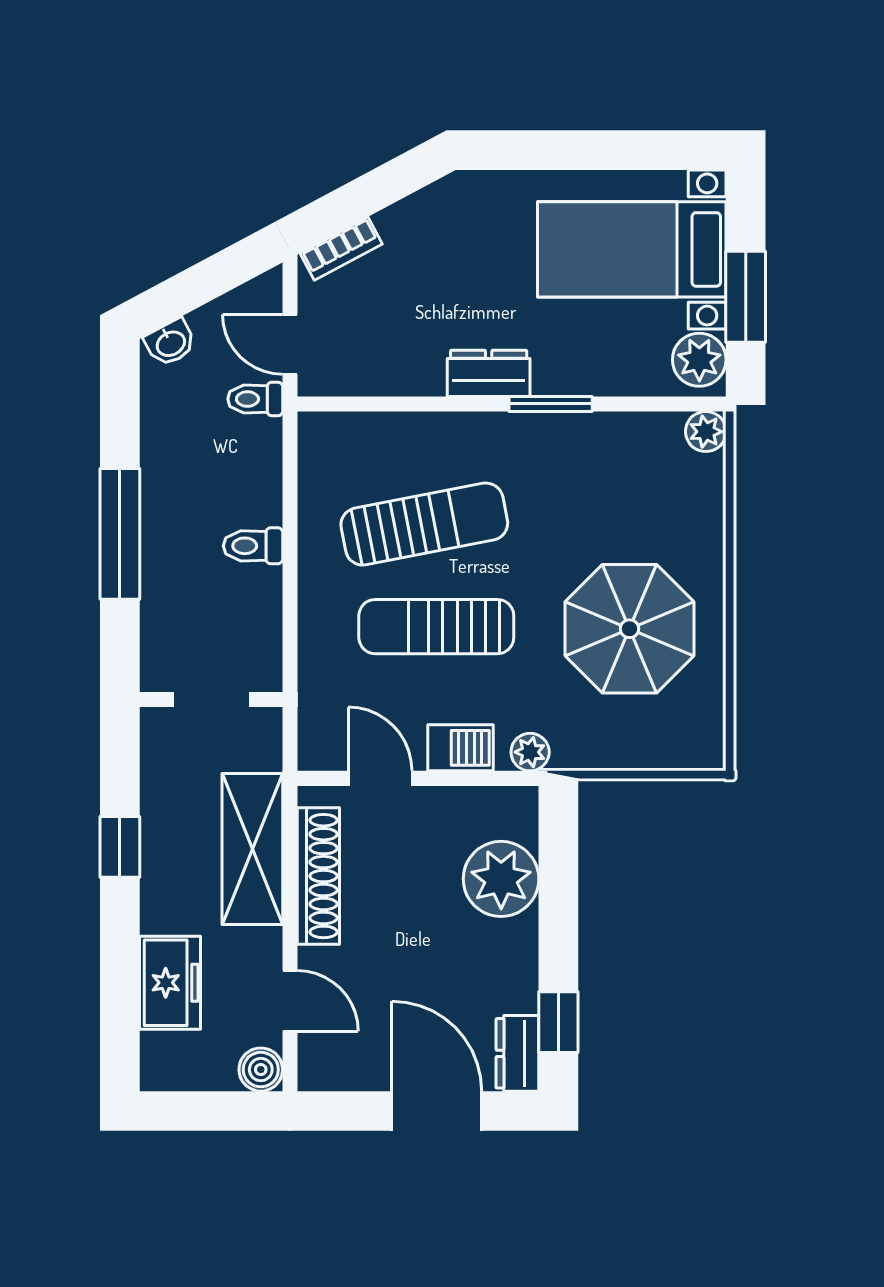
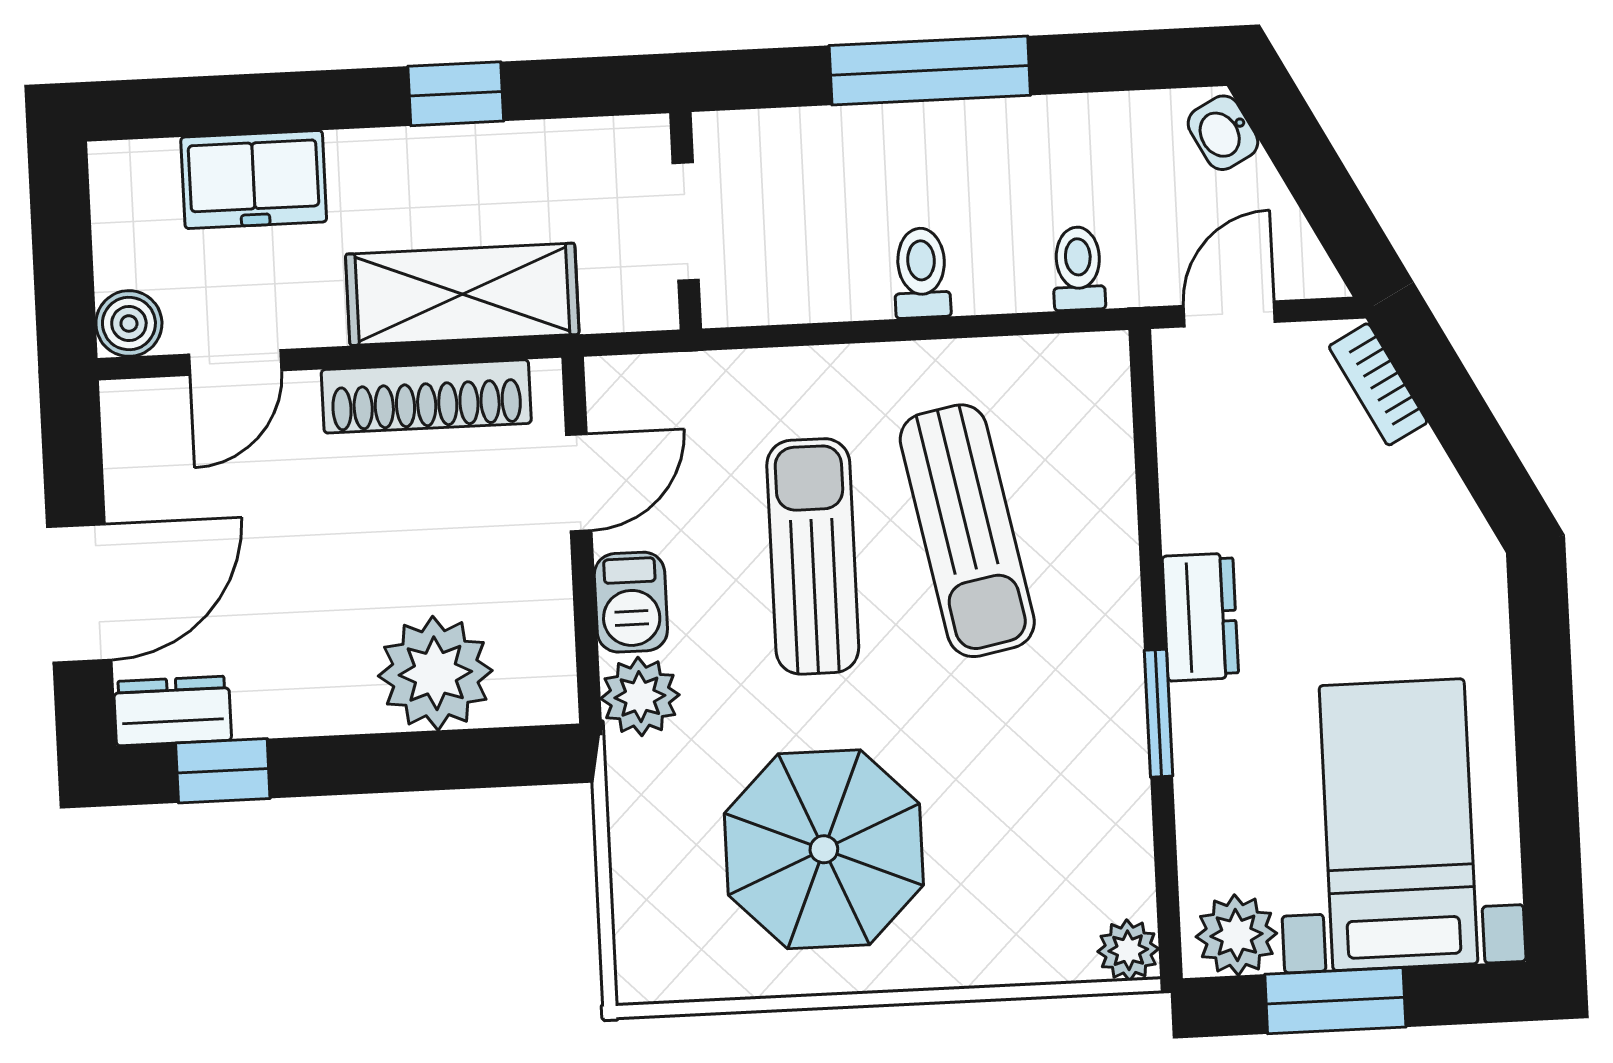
toilet: (255, 399) -> (1078, 268), moved
plant: (530, 752) -> (640, 697), width x1.38, depth x1.38

